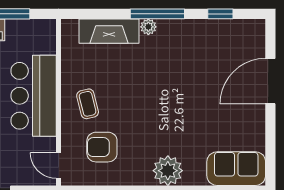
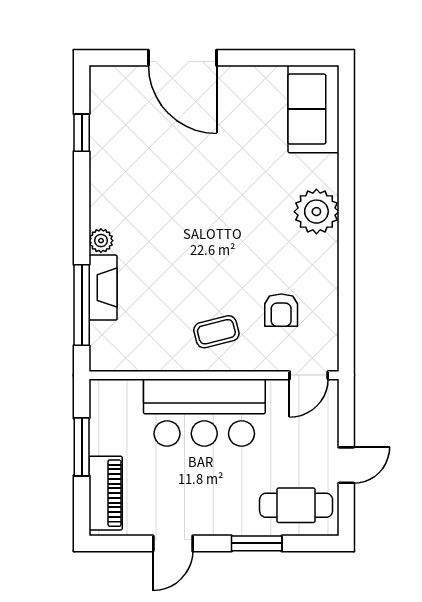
window: (157, 14) -> (82, 305), moved
fireplace: (109, 31) -> (103, 288), width x0.73, depth x0.76
armchair: (102, 147) -> (281, 310), width x0.72, depth x0.72

